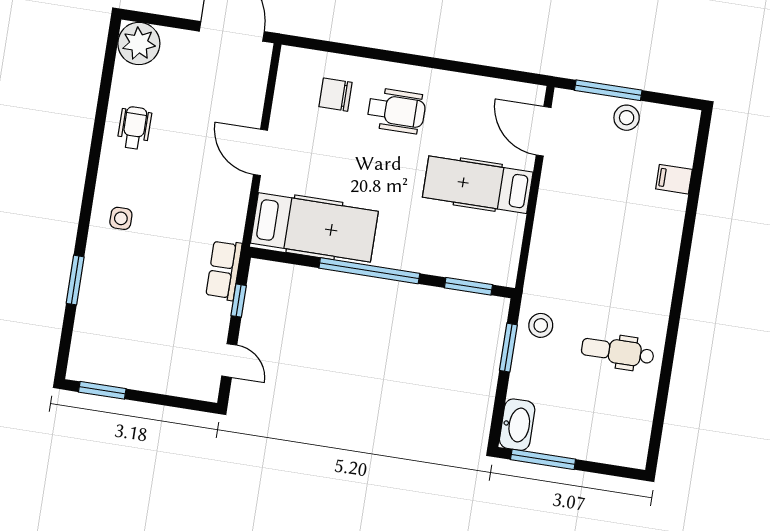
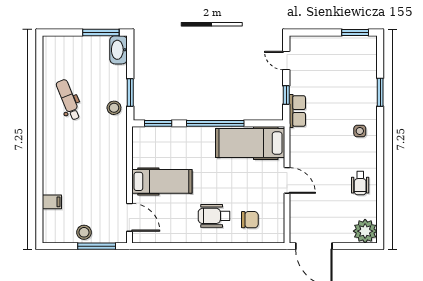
dental chair: (618, 352) -> (68, 100), turned -112

